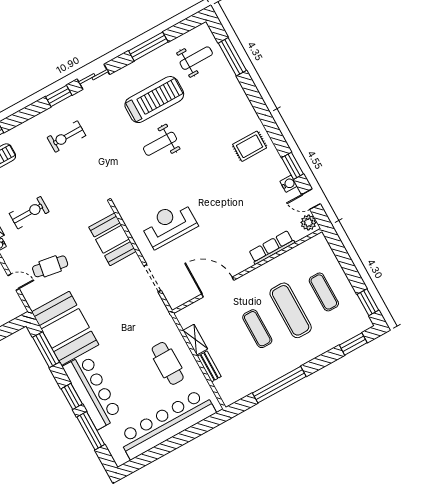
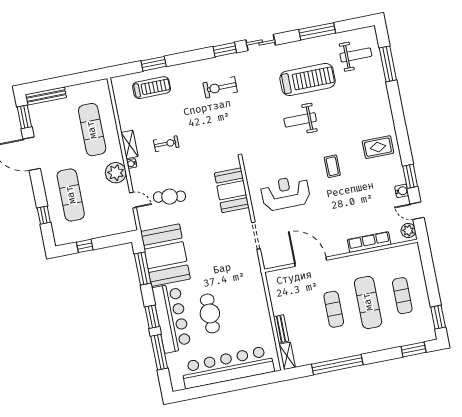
coffee table: (209, 181) -> (332, 166), added
exercise bike: (29, 213) -> (166, 144), width x0.73, depth x0.72
shelving: (195, 340) -> (287, 356), moved
cafe table: (168, 363) -> (210, 313), moved

